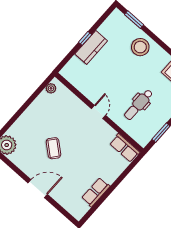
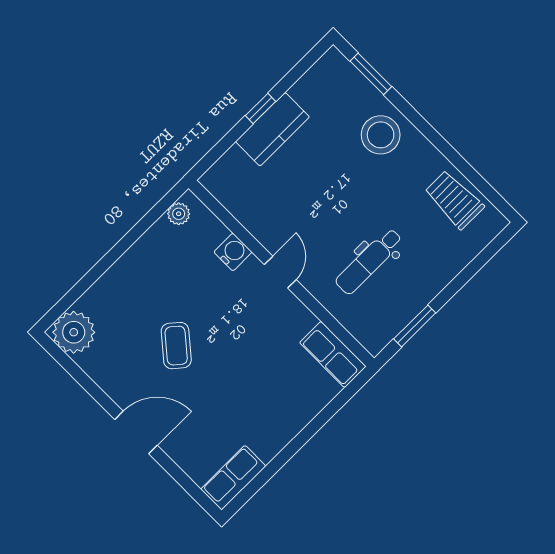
water cooler: (77, 104) -> (233, 252), added
row of seats: (96, 192) -> (233, 478), moved

